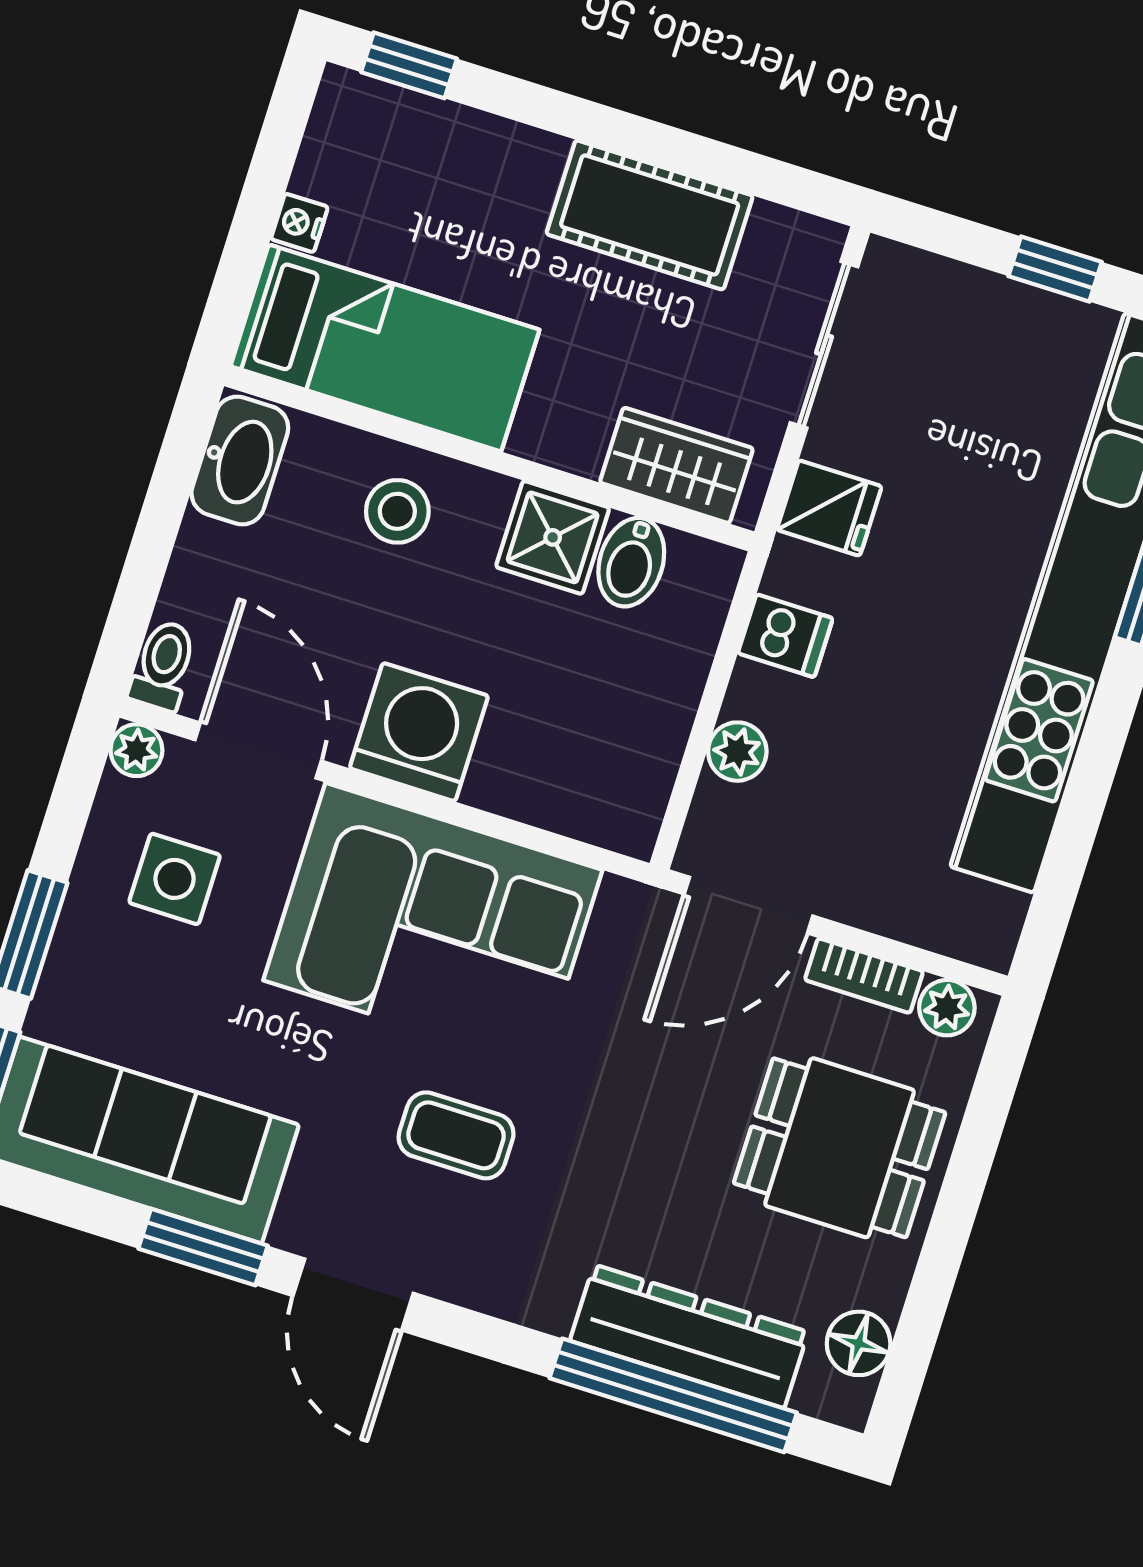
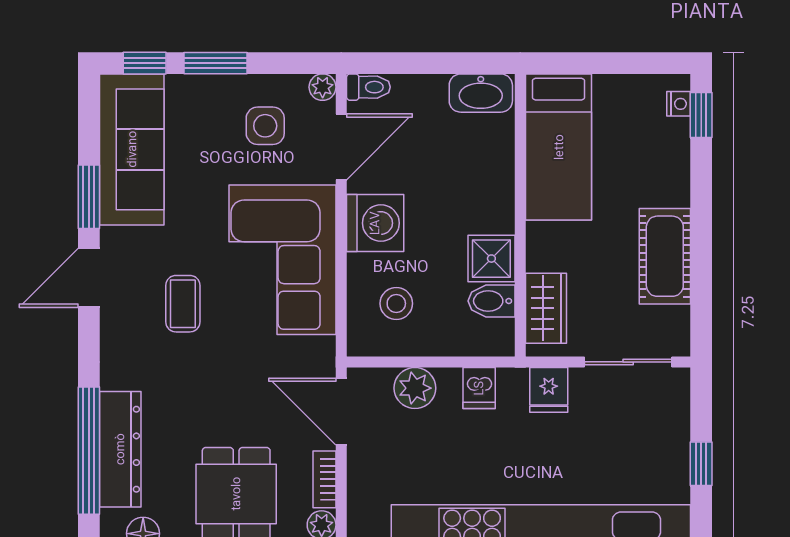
nightstand: (299, 223) -> (679, 104), moved, turned 90
stool: (397, 511) -> (396, 303), moved
plant: (737, 752) -> (415, 388), width x1.38, depth x1.38

